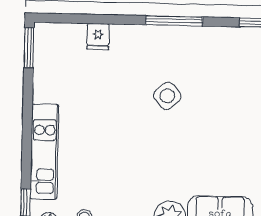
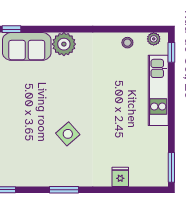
window: (174, 21) -> (64, 190), width x0.69

